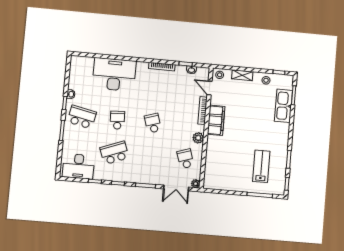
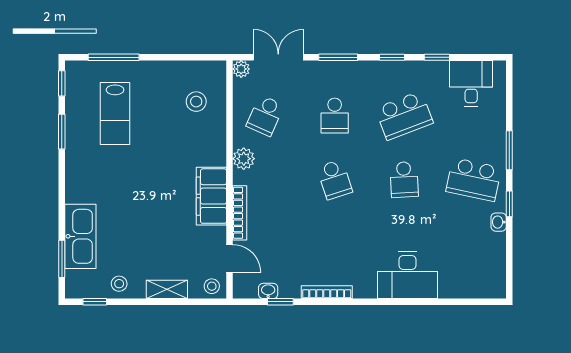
desk: (114, 74) -> (407, 275), width x0.73, depth x0.77
school desk: (150, 156) -> (335, 116), added
school desk: (185, 159) -> (265, 116), turned 42
desk: (78, 166) -> (471, 84), width x0.73
stool: (220, 169) -> (196, 102), added

